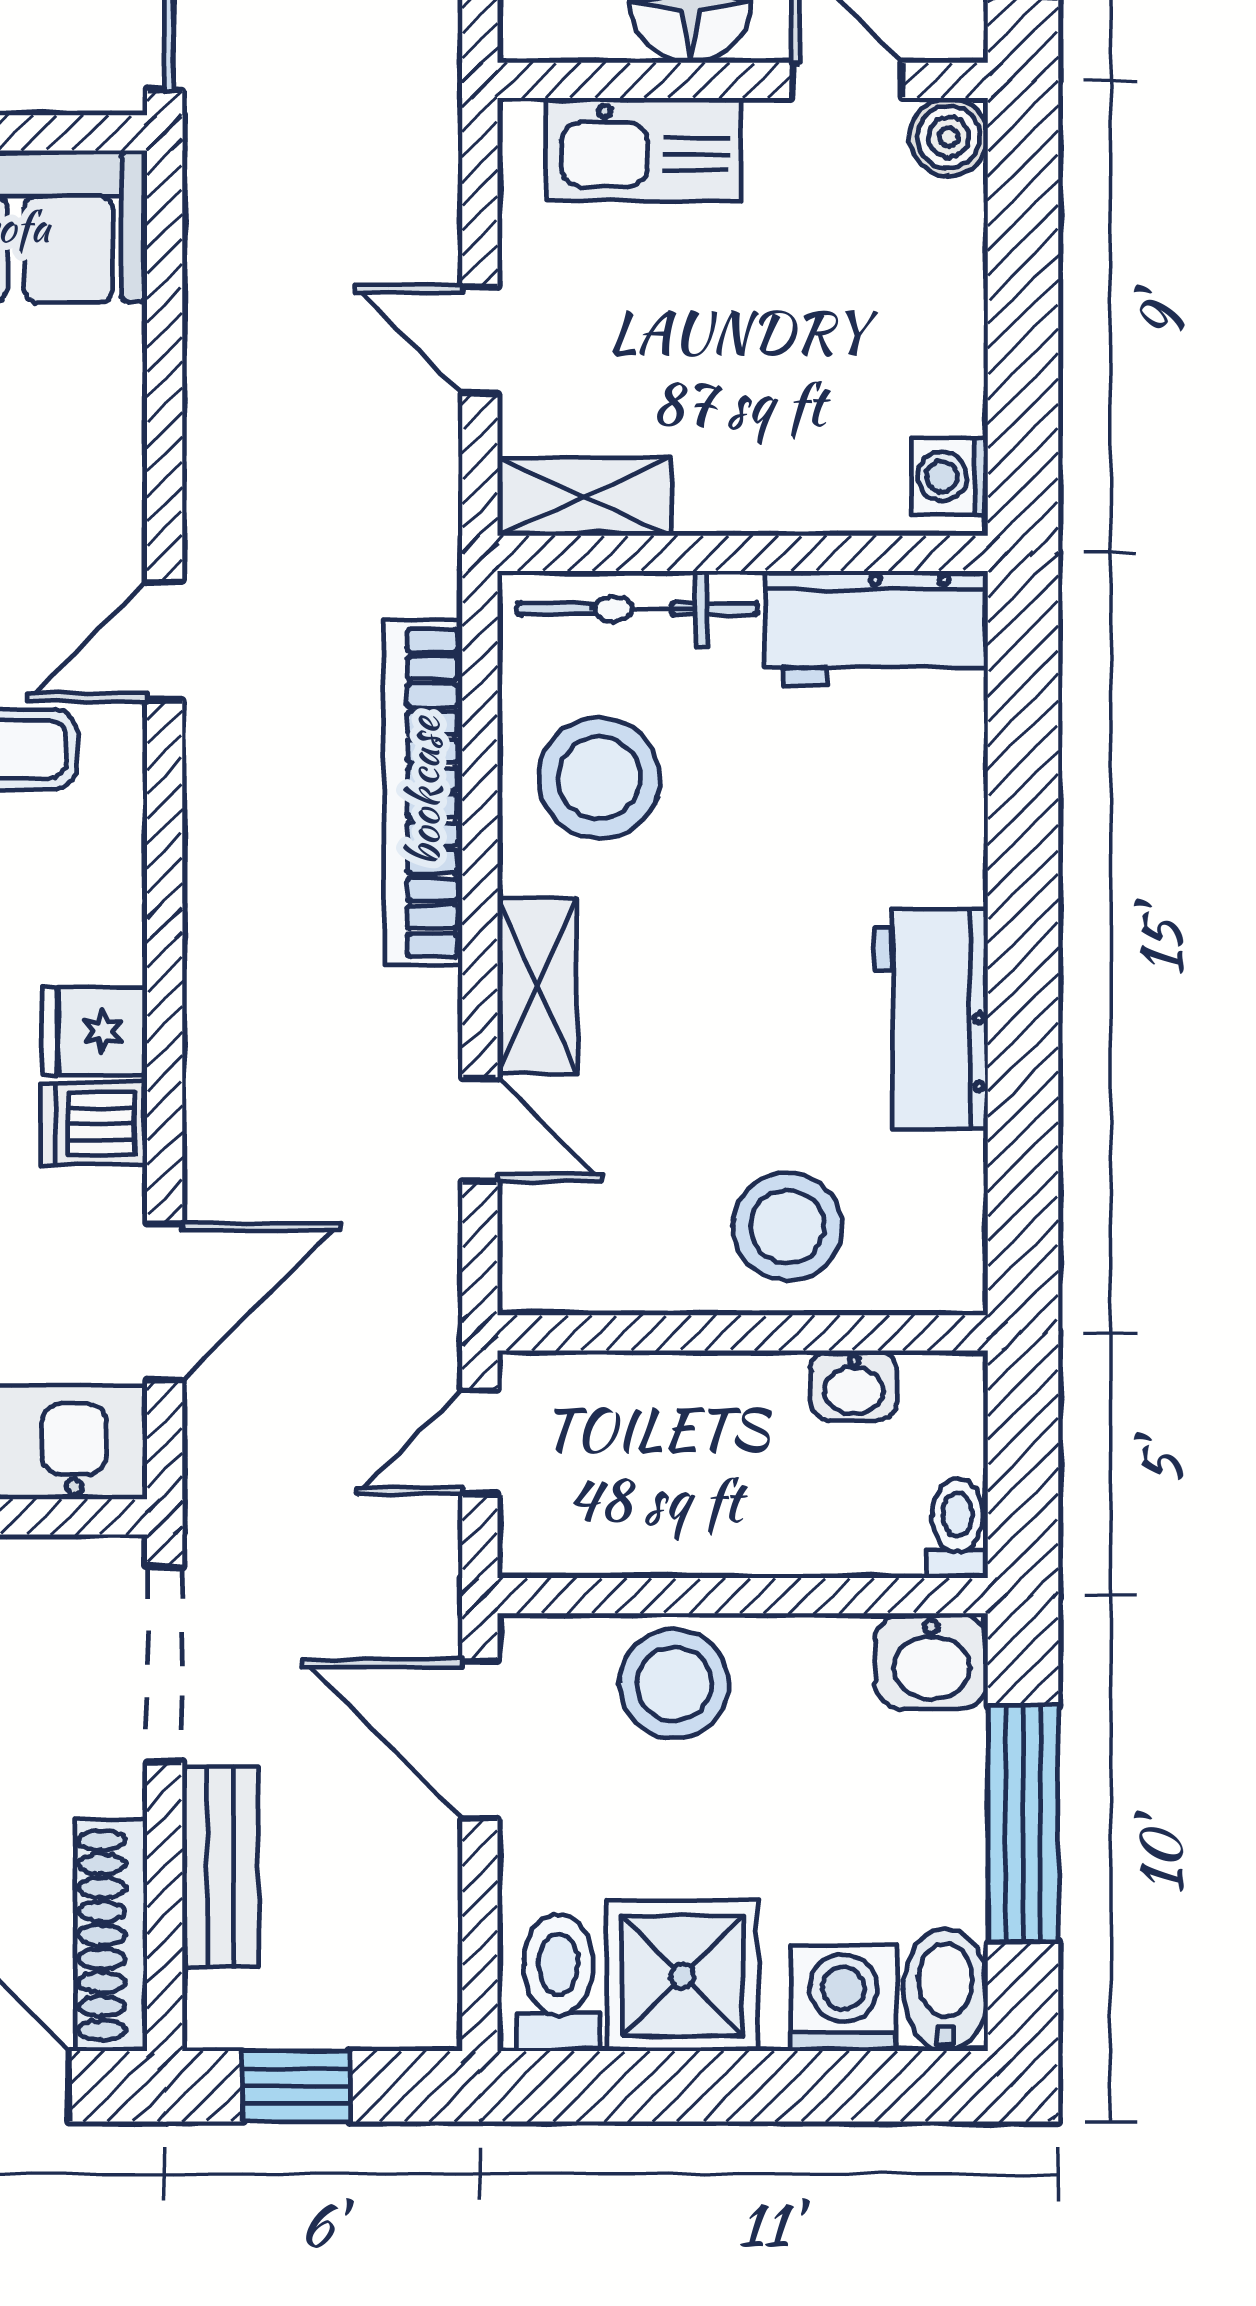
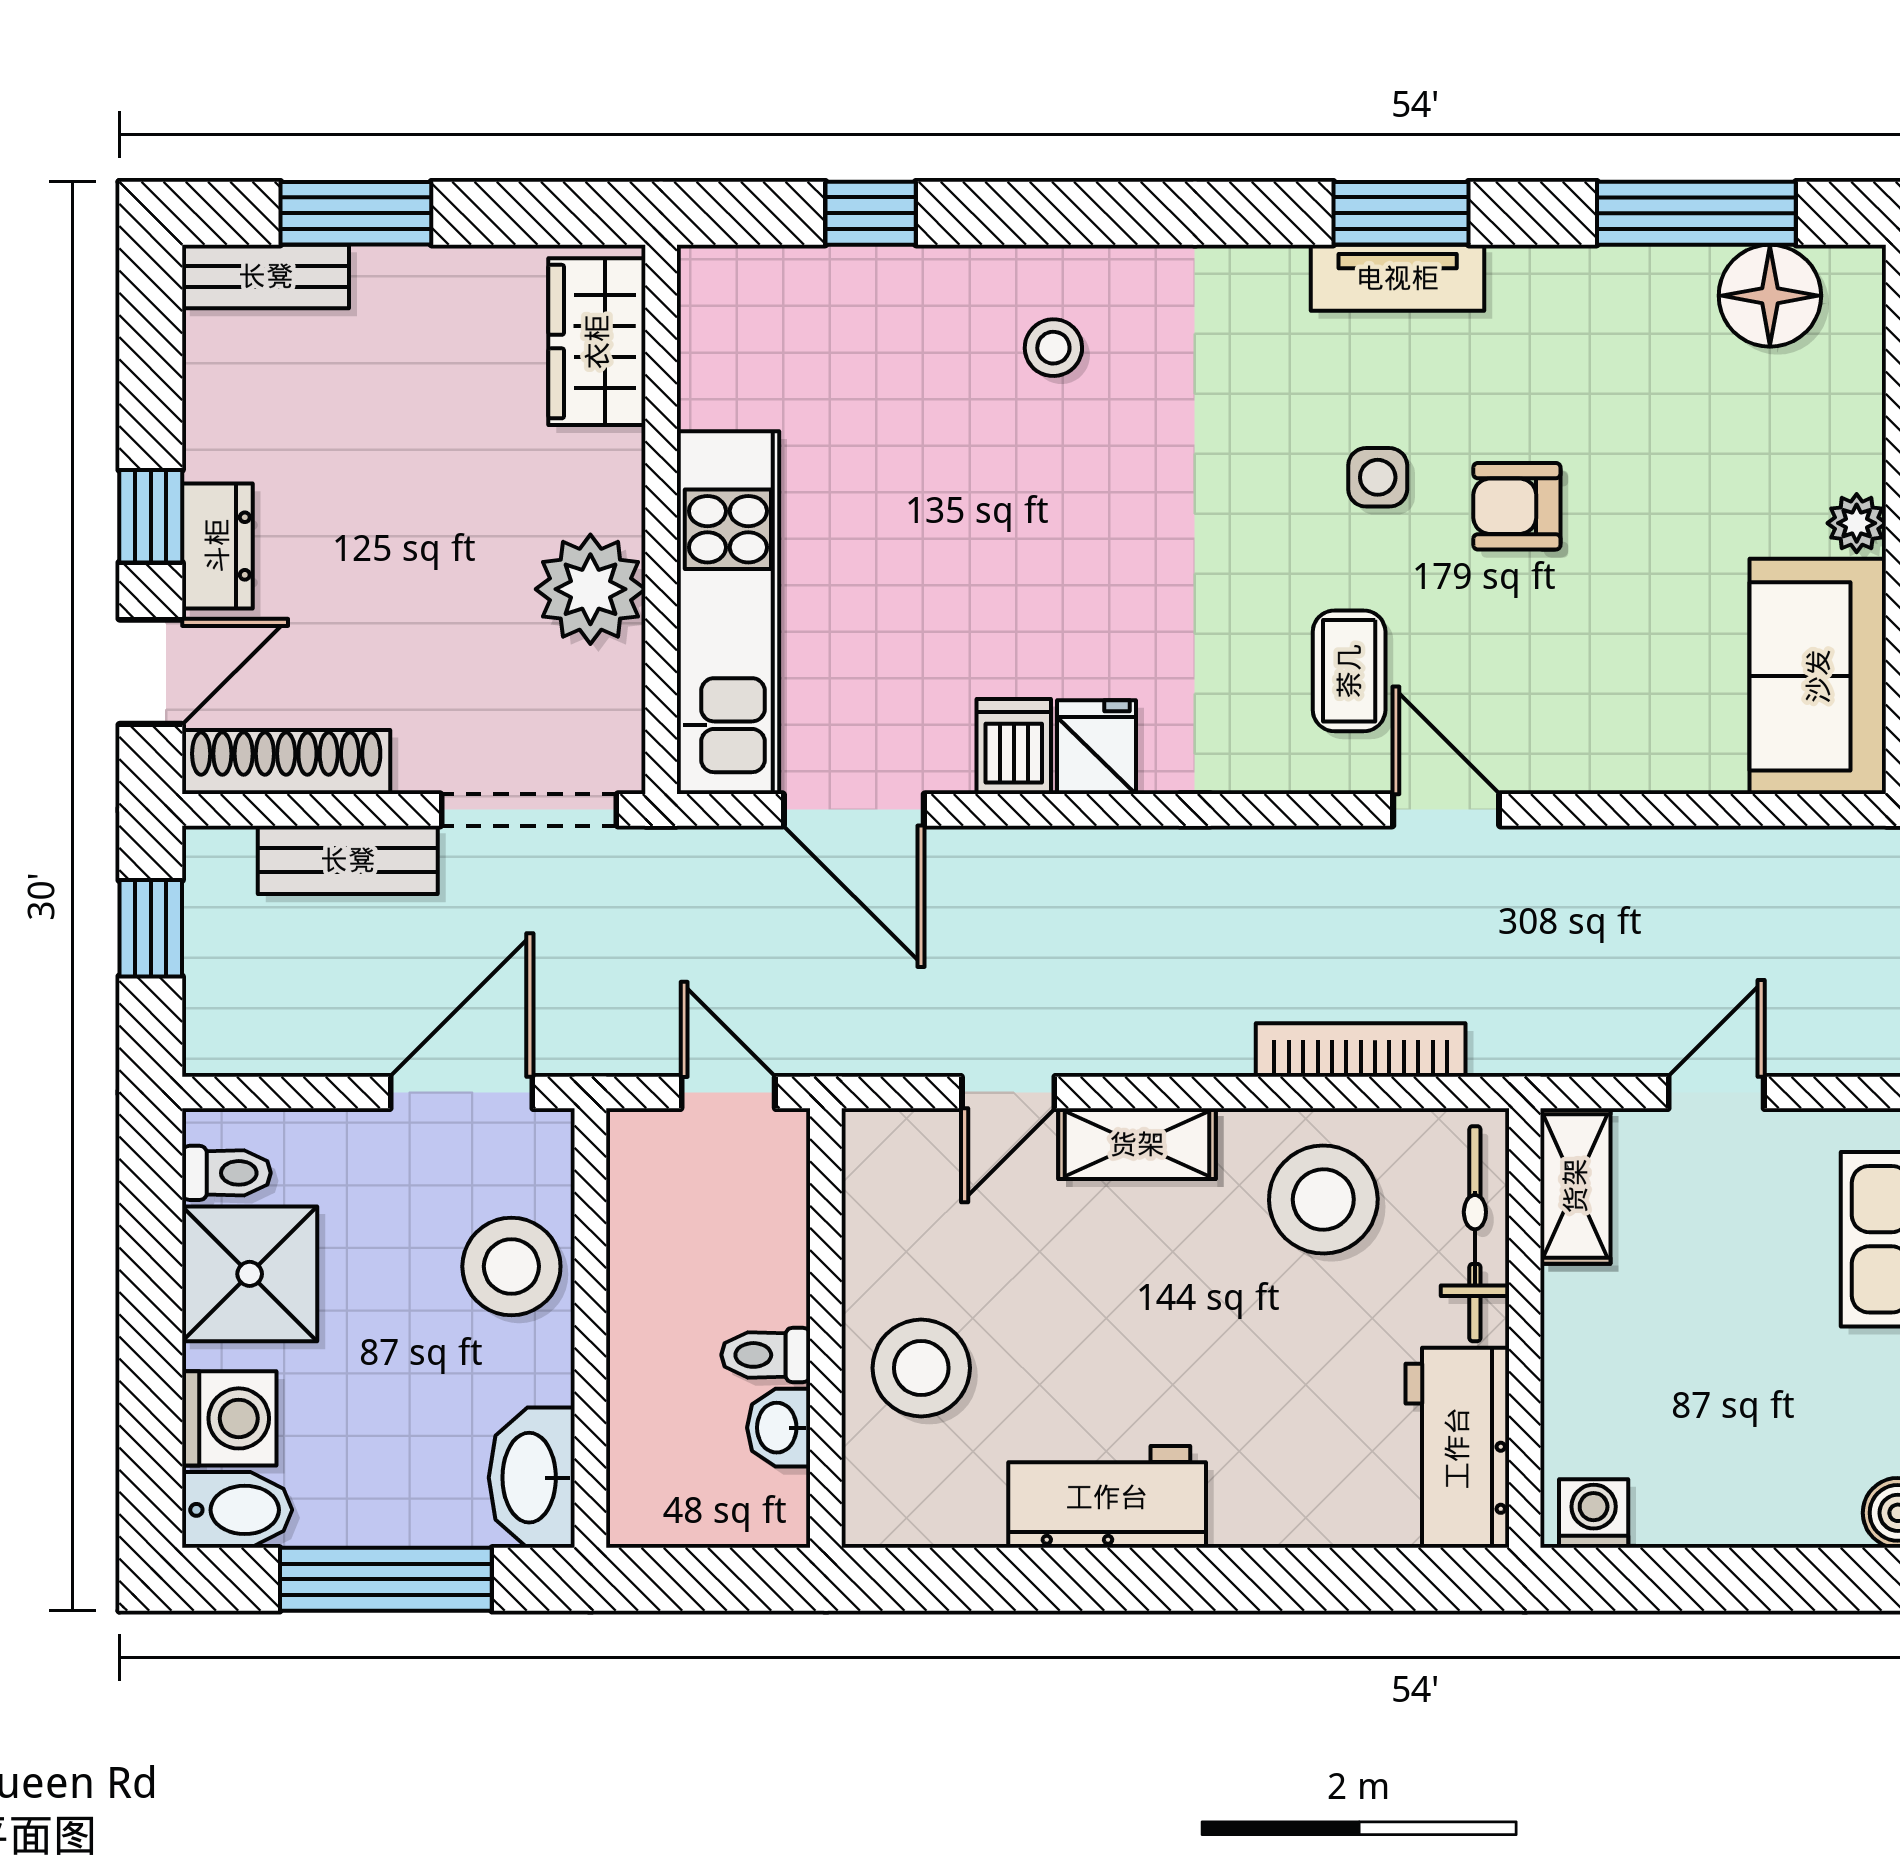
bookcase: (423, 792) -> (1361, 1050), width x0.68, depth x0.76
toilet: (958, 1529) -> (766, 1355), moved, turned 180
washbasin: (931, 1661) -> (532, 1478), width x1.38
toilet: (558, 1983) -> (226, 1173), width x0.73, depth x0.72

